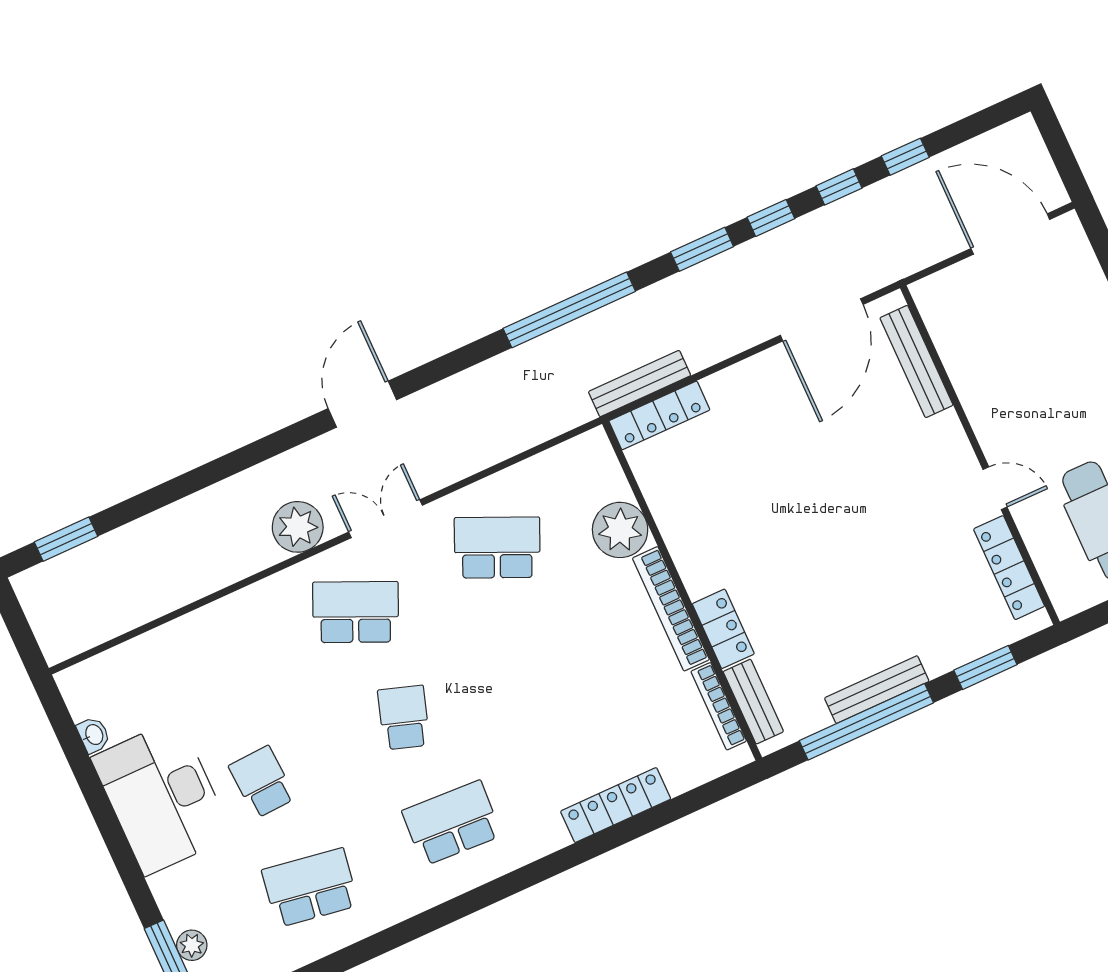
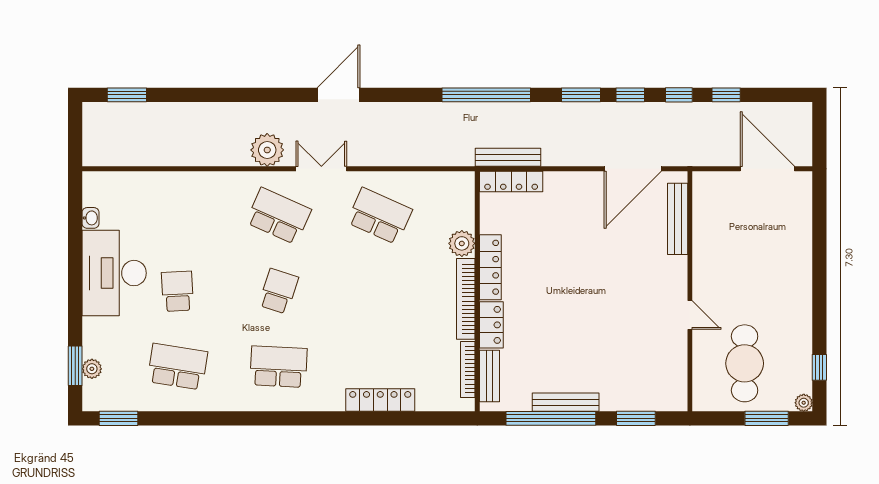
plant: (620, 530) -> (462, 243), width x0.73, depth x0.73
locker: (1009, 568) -> (490, 267), moved, turned 180

